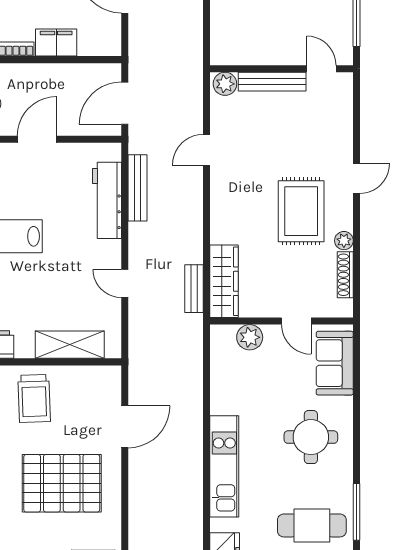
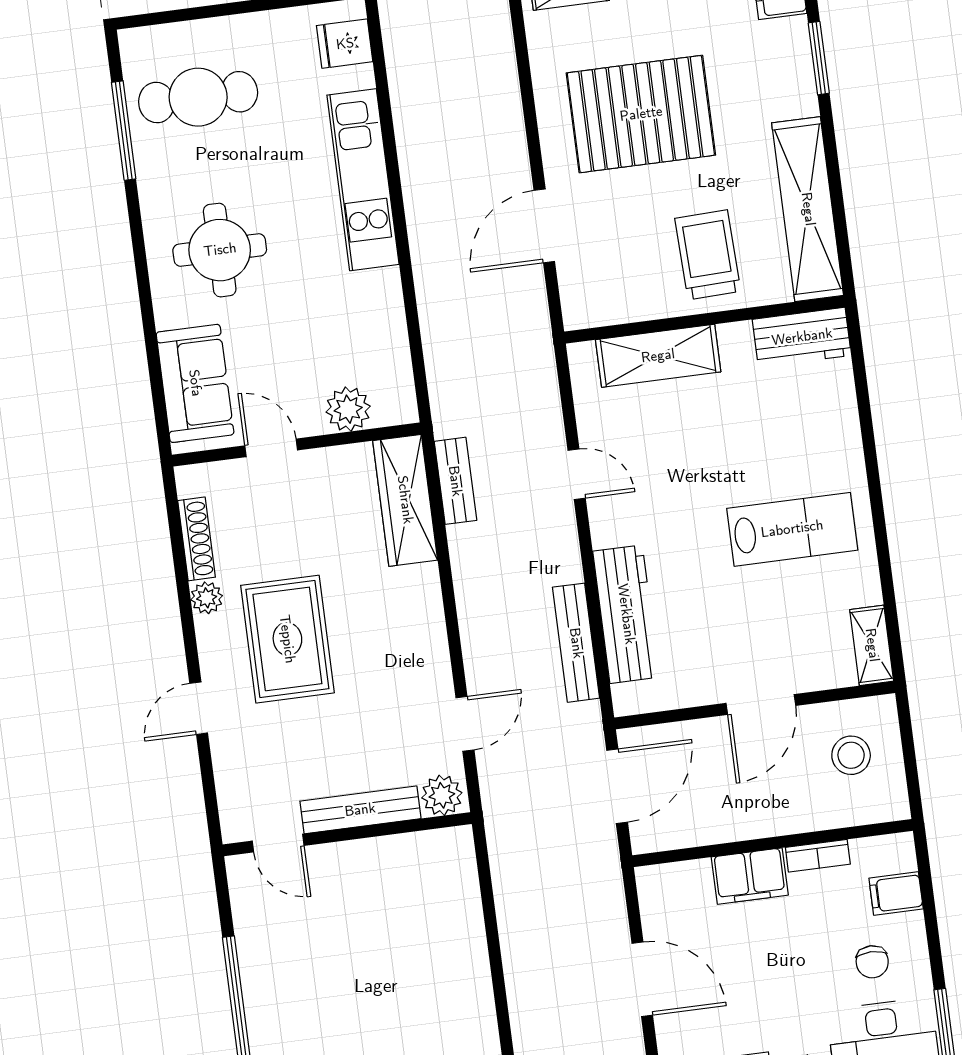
wall: (282, 69) -> (347, 834), moved
door: (321, 69) -> (278, 843), moved
bench: (272, 82) -> (360, 810), moved
plant: (225, 84) -> (442, 795), moved

